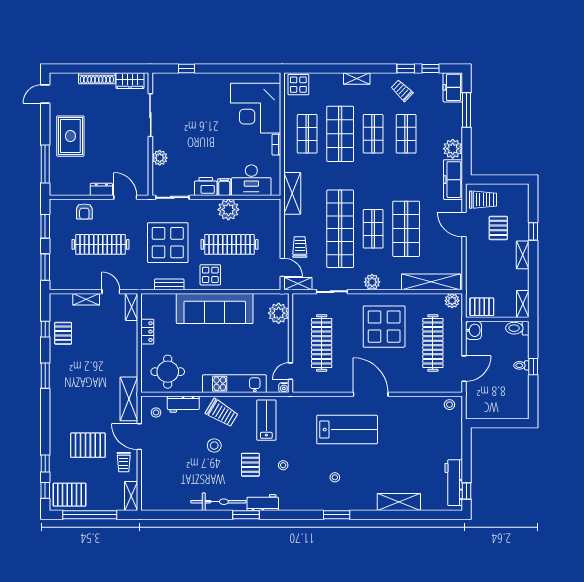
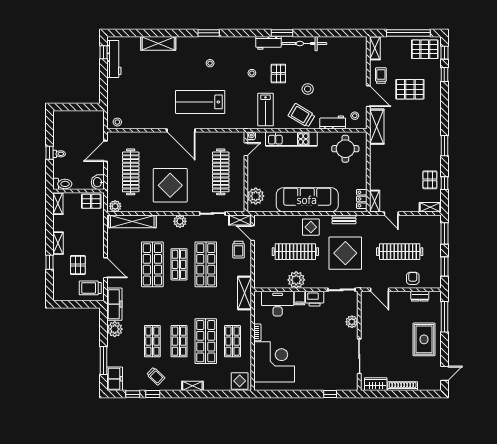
dresser: (101, 189) -> (420, 296), moved
shop shelf: (340, 229) -> (206, 264), width x0.71
shelving: (86, 299) -> (430, 207), moved
locker: (147, 332) -> (362, 199), moved

